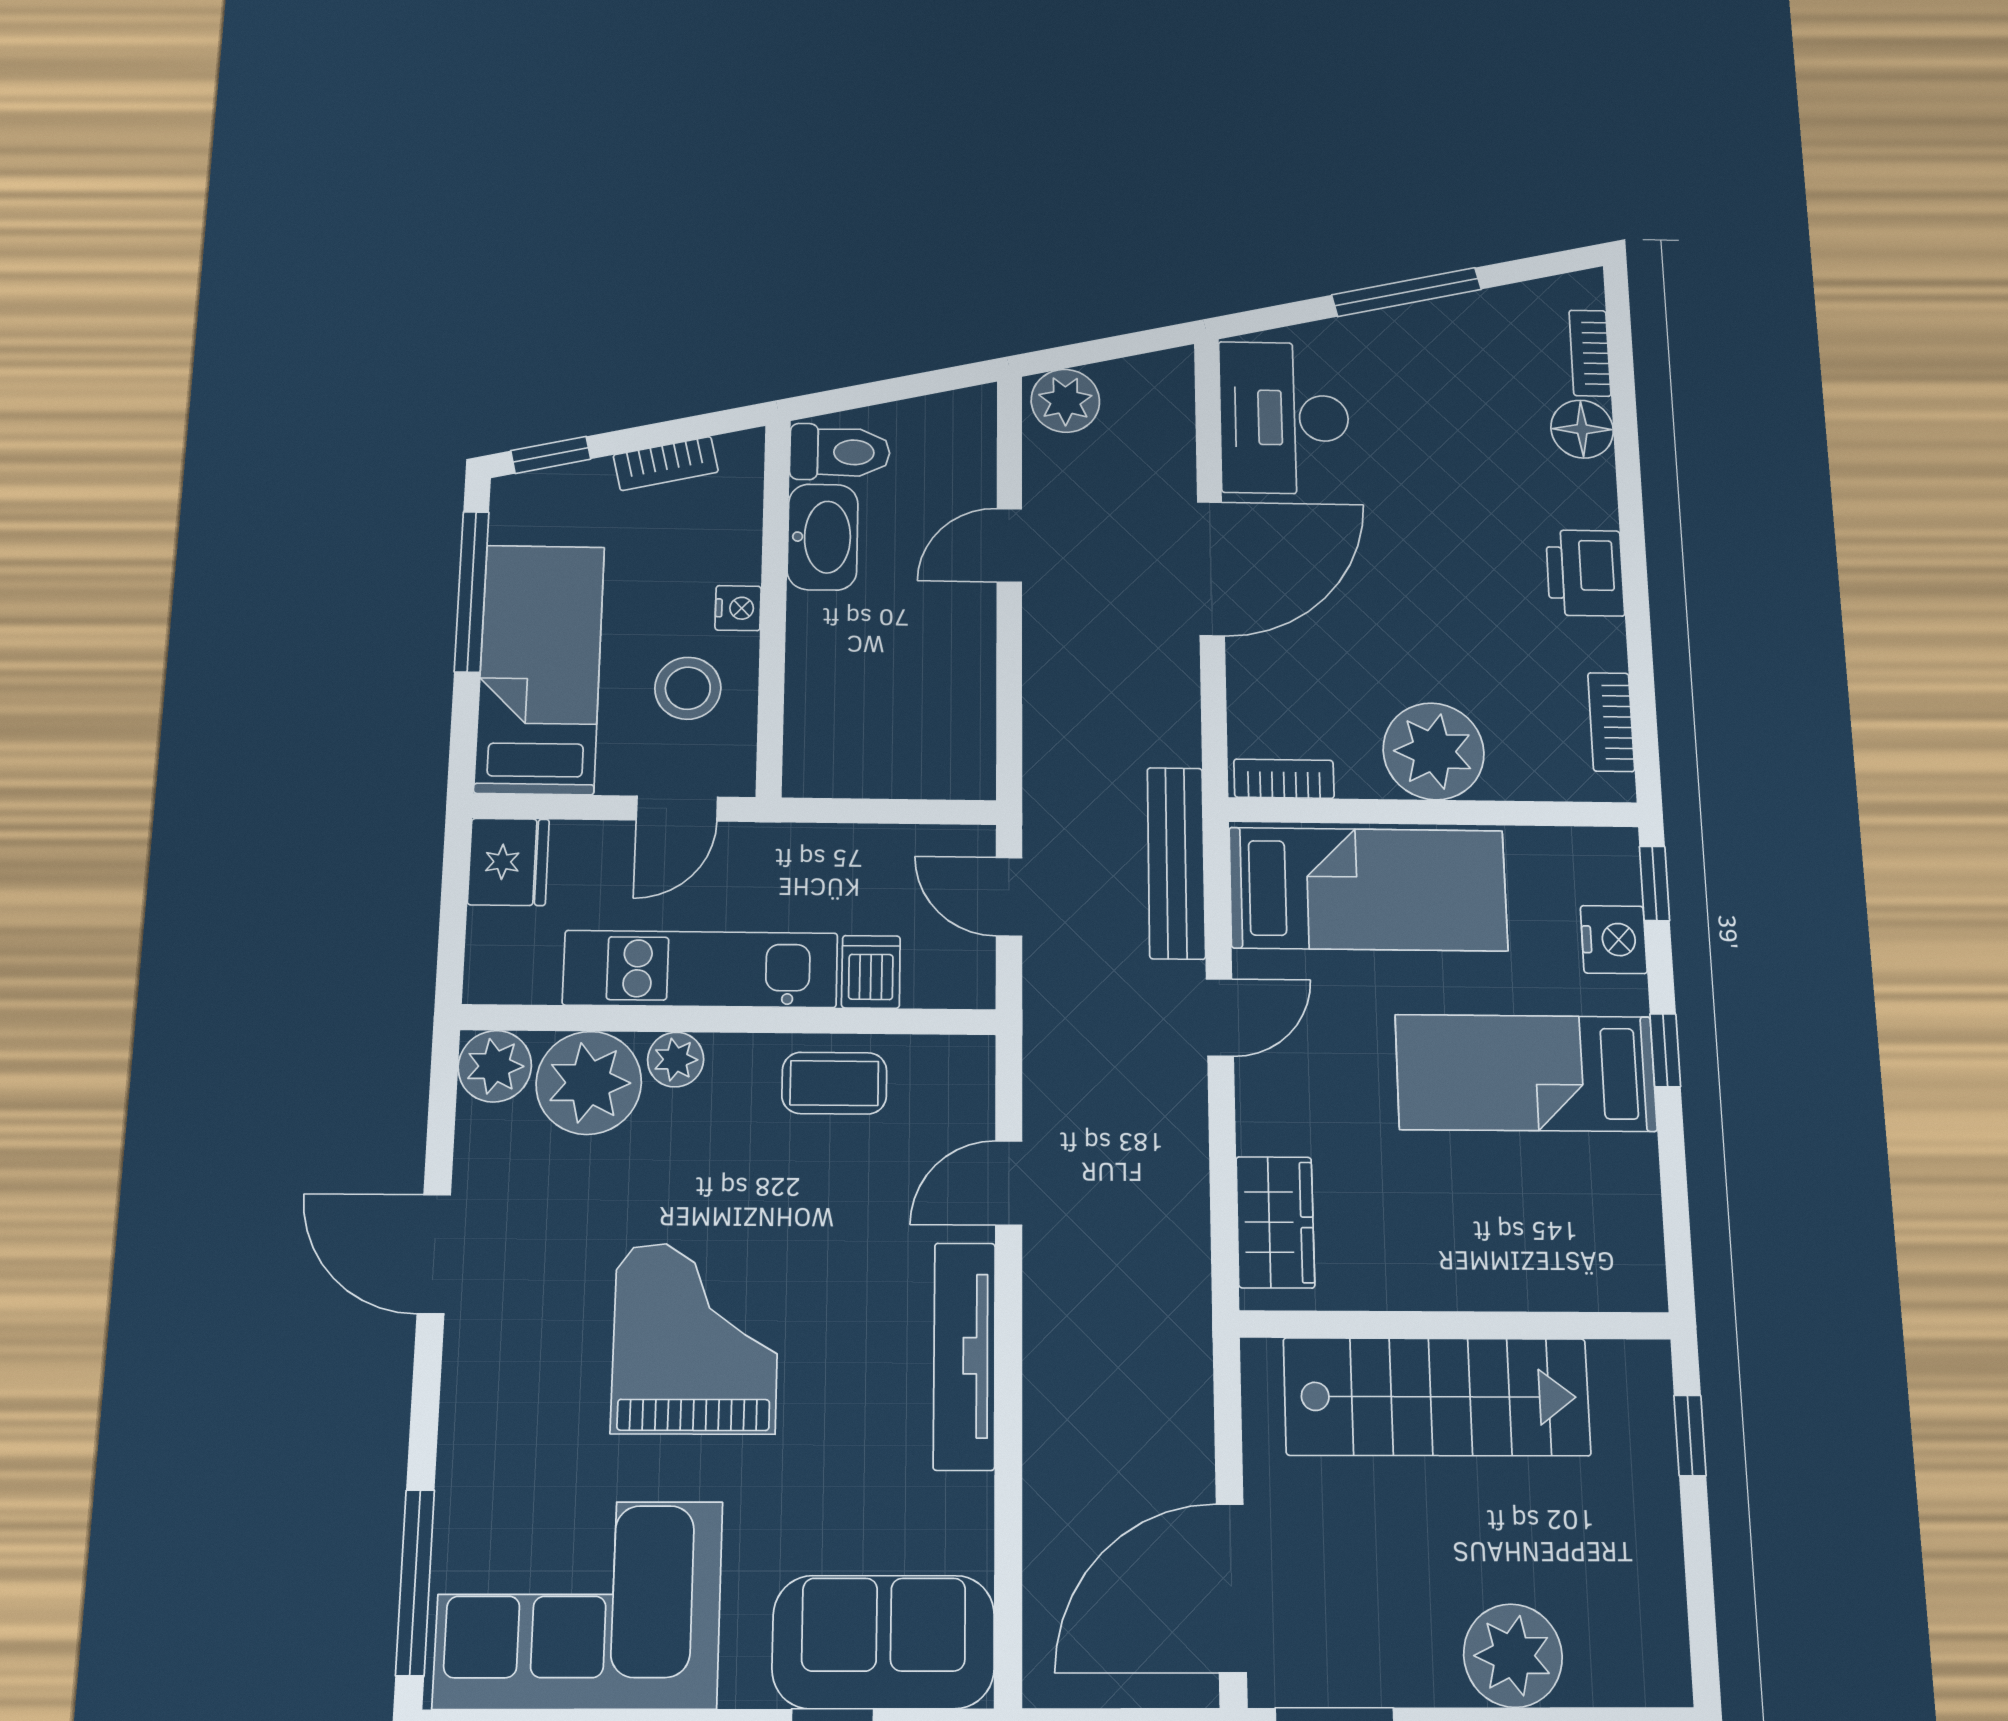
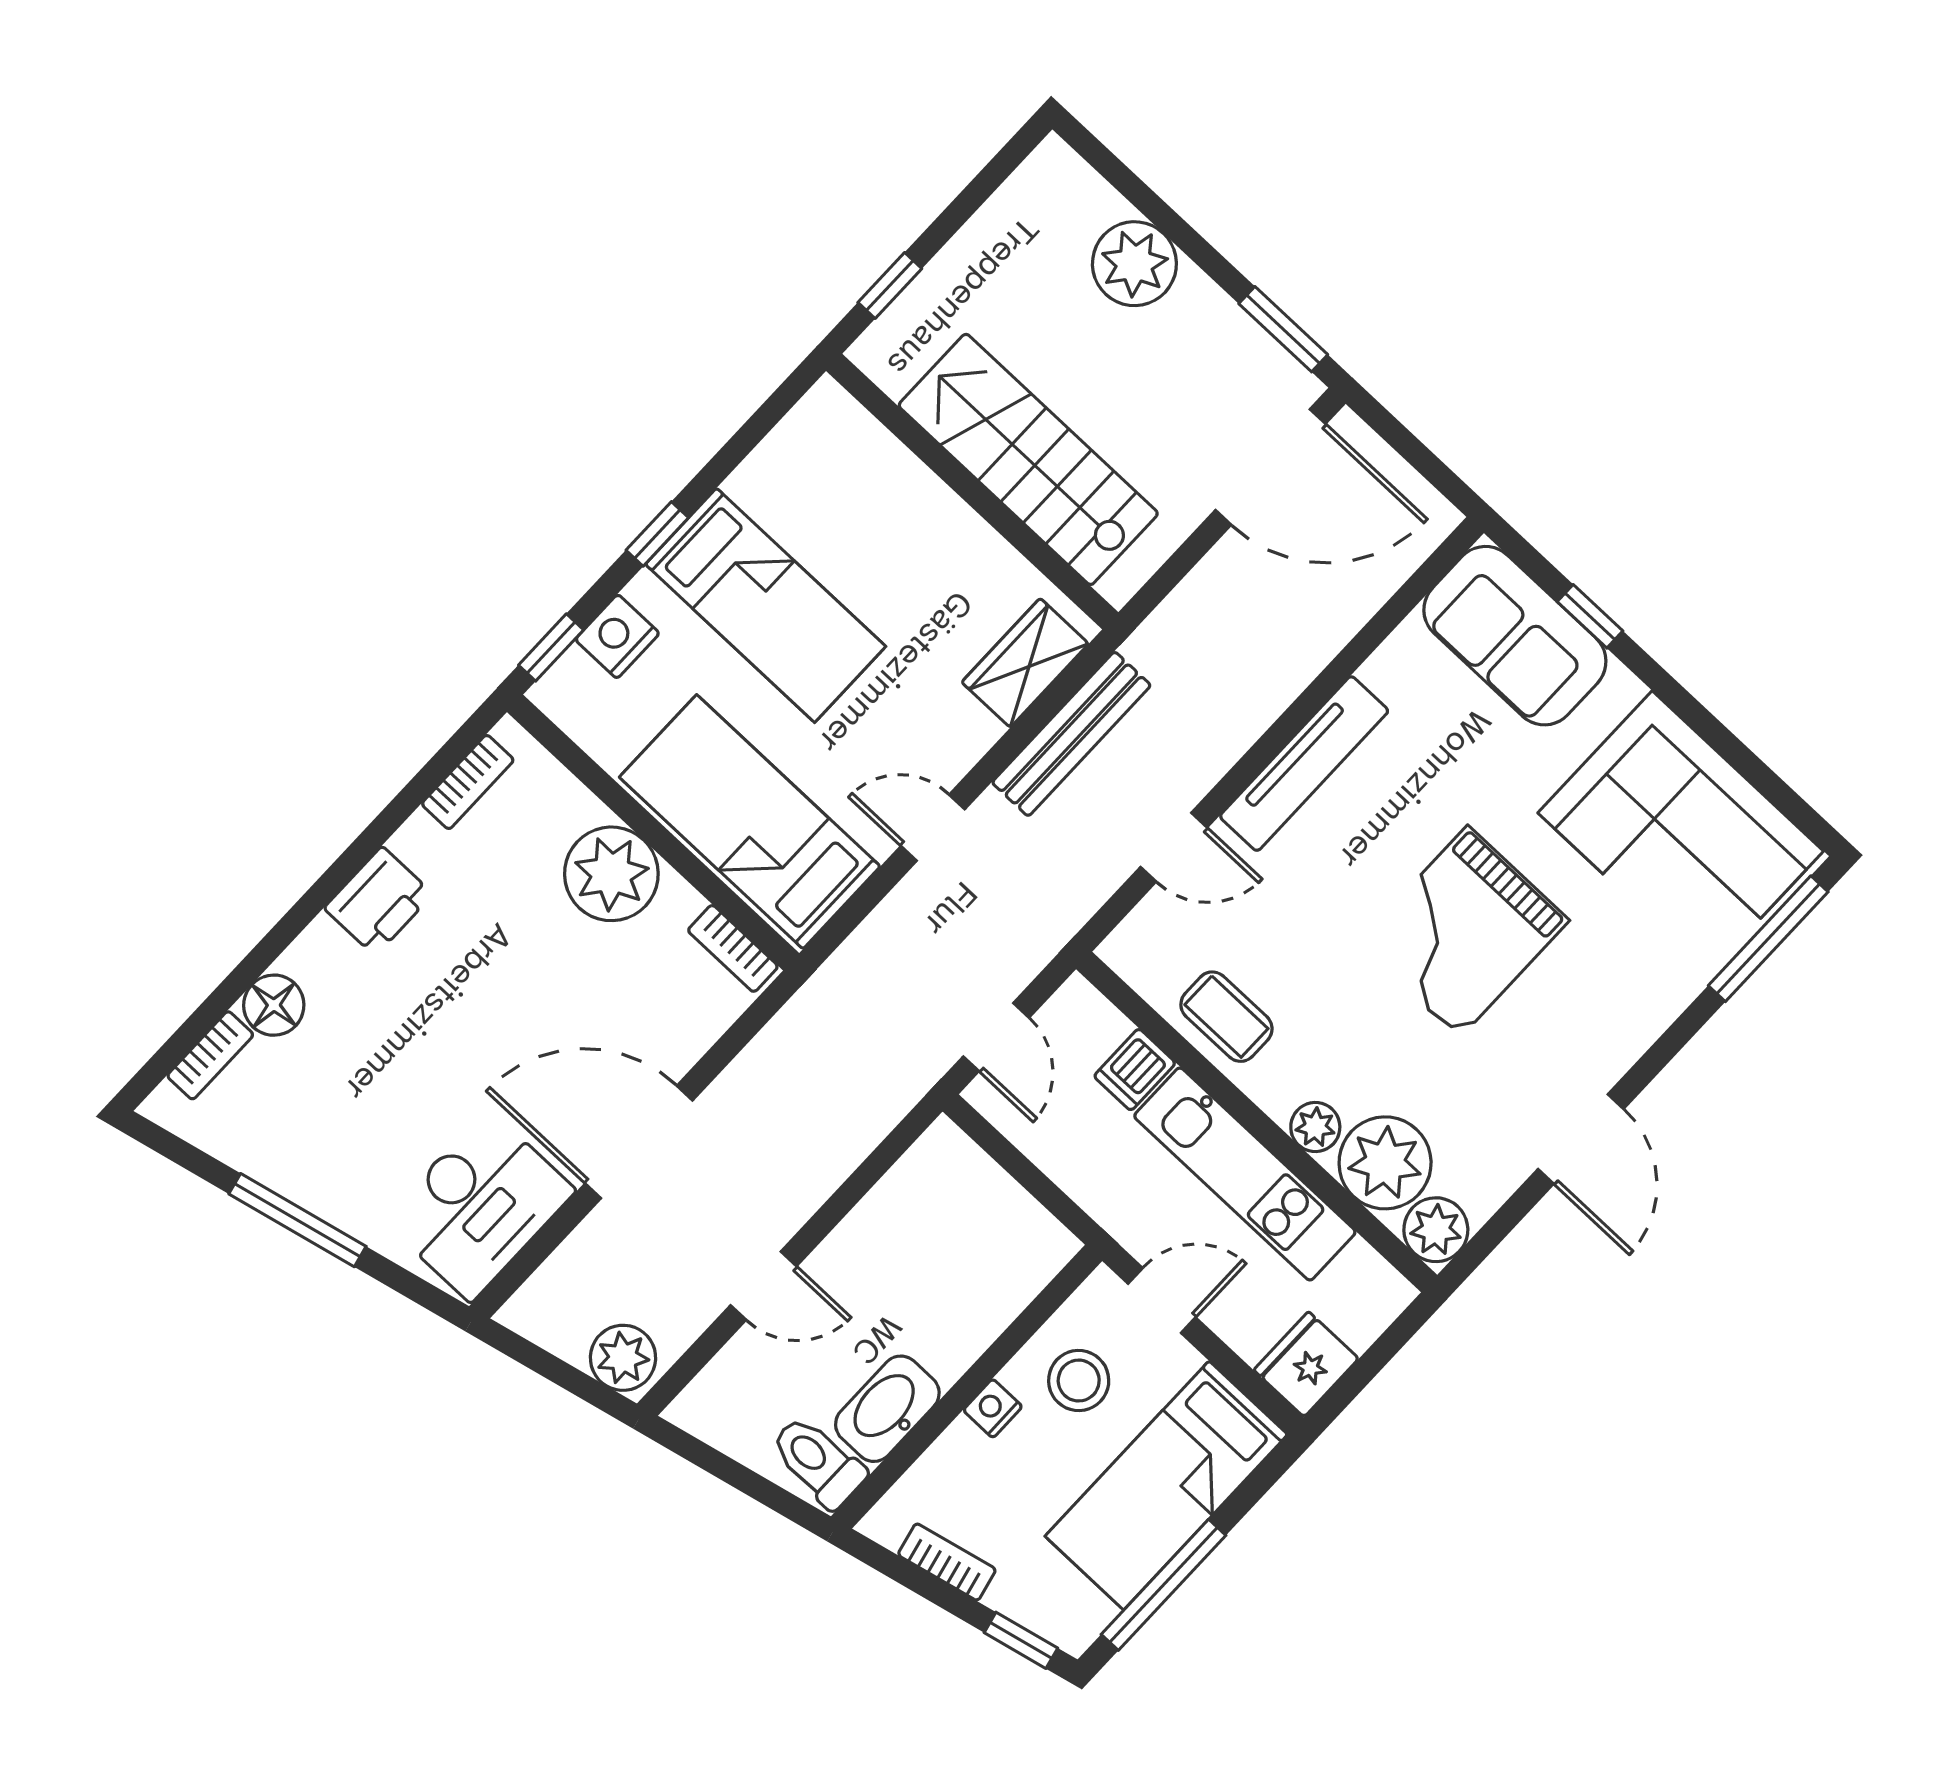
bench: (1176, 863) -> (1071, 734), moved

